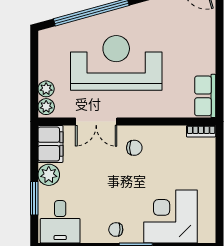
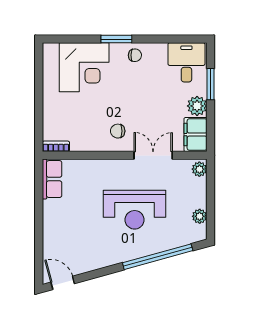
reception desk: (116, 63) -> (135, 210), width x0.74, depth x0.77
plant: (46, 89) -> (200, 216), moved

